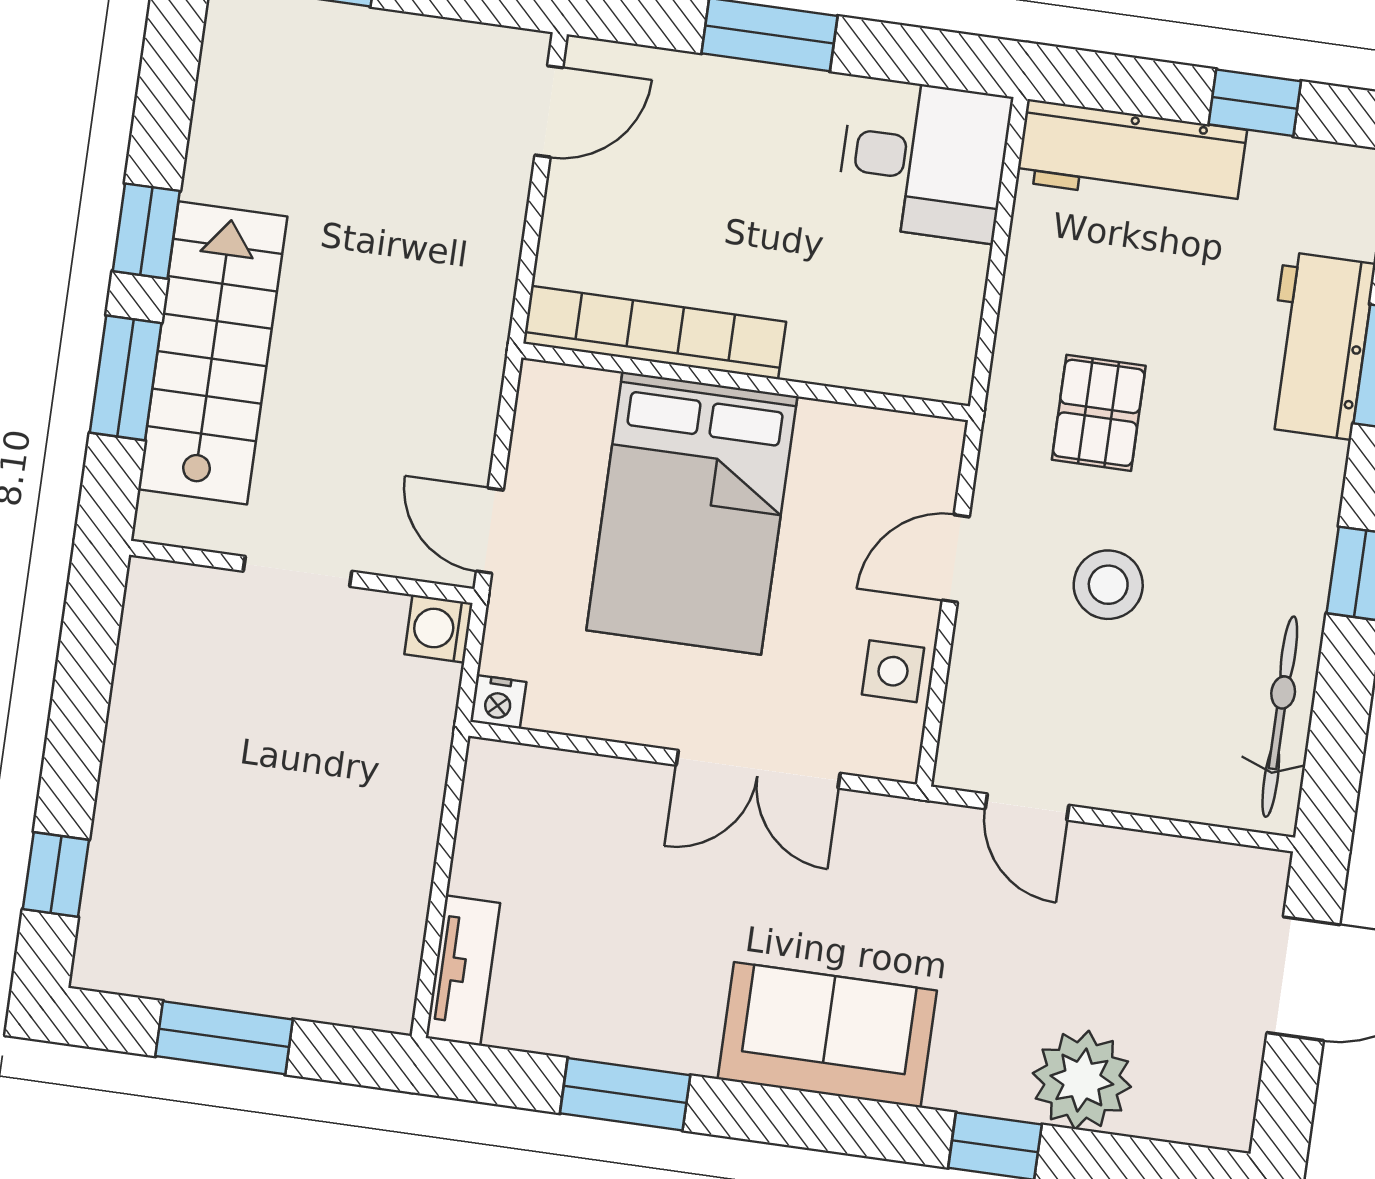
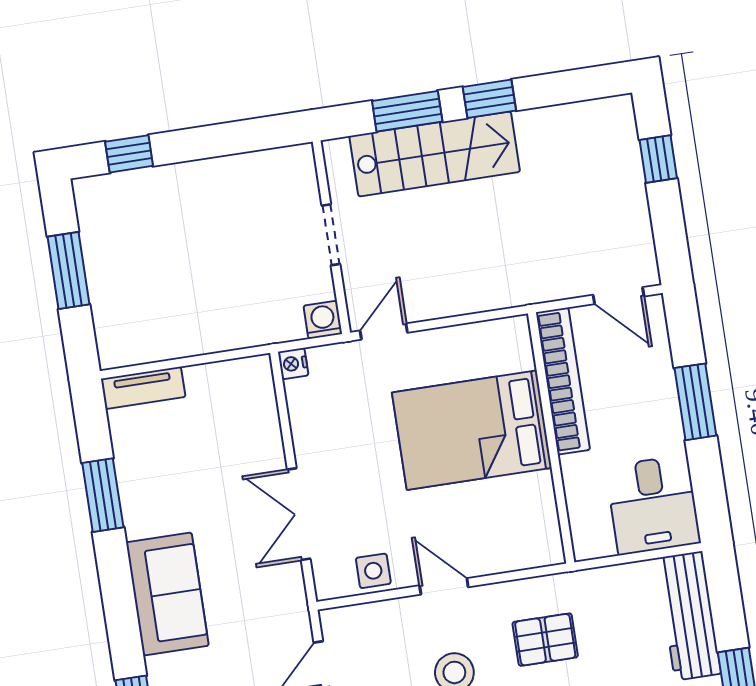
bookcase: (655, 333) -> (563, 381), moved
wall: (746, 382) -> (551, 438), moved
bed: (692, 513) -> (472, 430), moved

